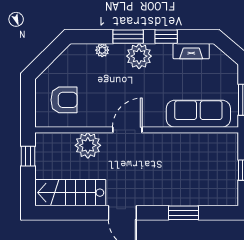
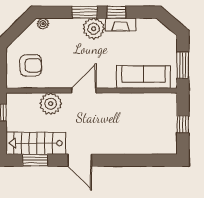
plant: (102, 50) -> (43, 24), moved
fireplace: (191, 51) -> (121, 24), moved
window: (183, 213) -> (35, 160), moved

